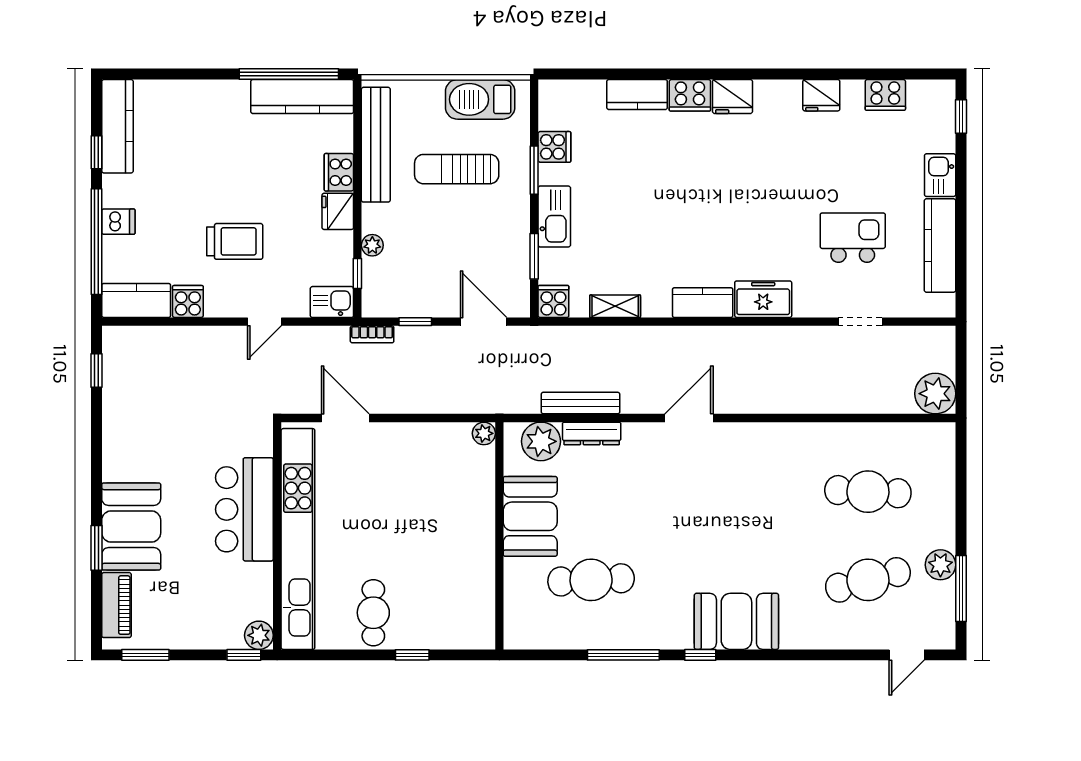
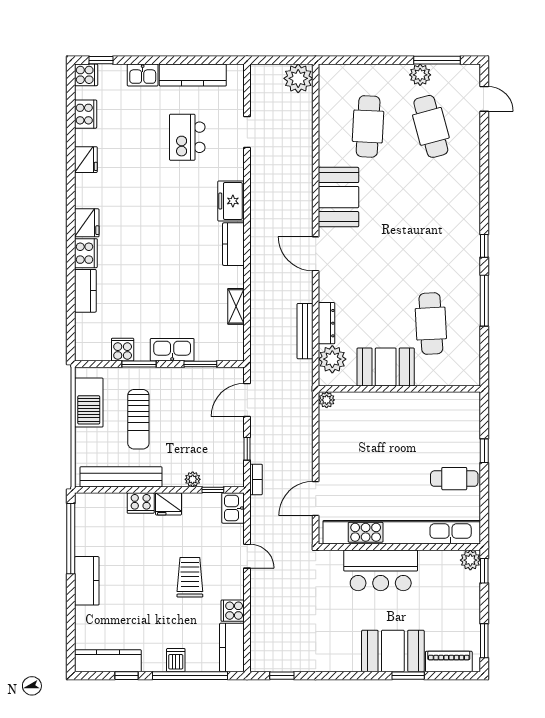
kitchen counter: (302, 97) -> (87, 581), moved, width x0.67
cooker: (553, 301) -> (86, 75), moved, turned 180
booth: (736, 621) -> (339, 197), moved

